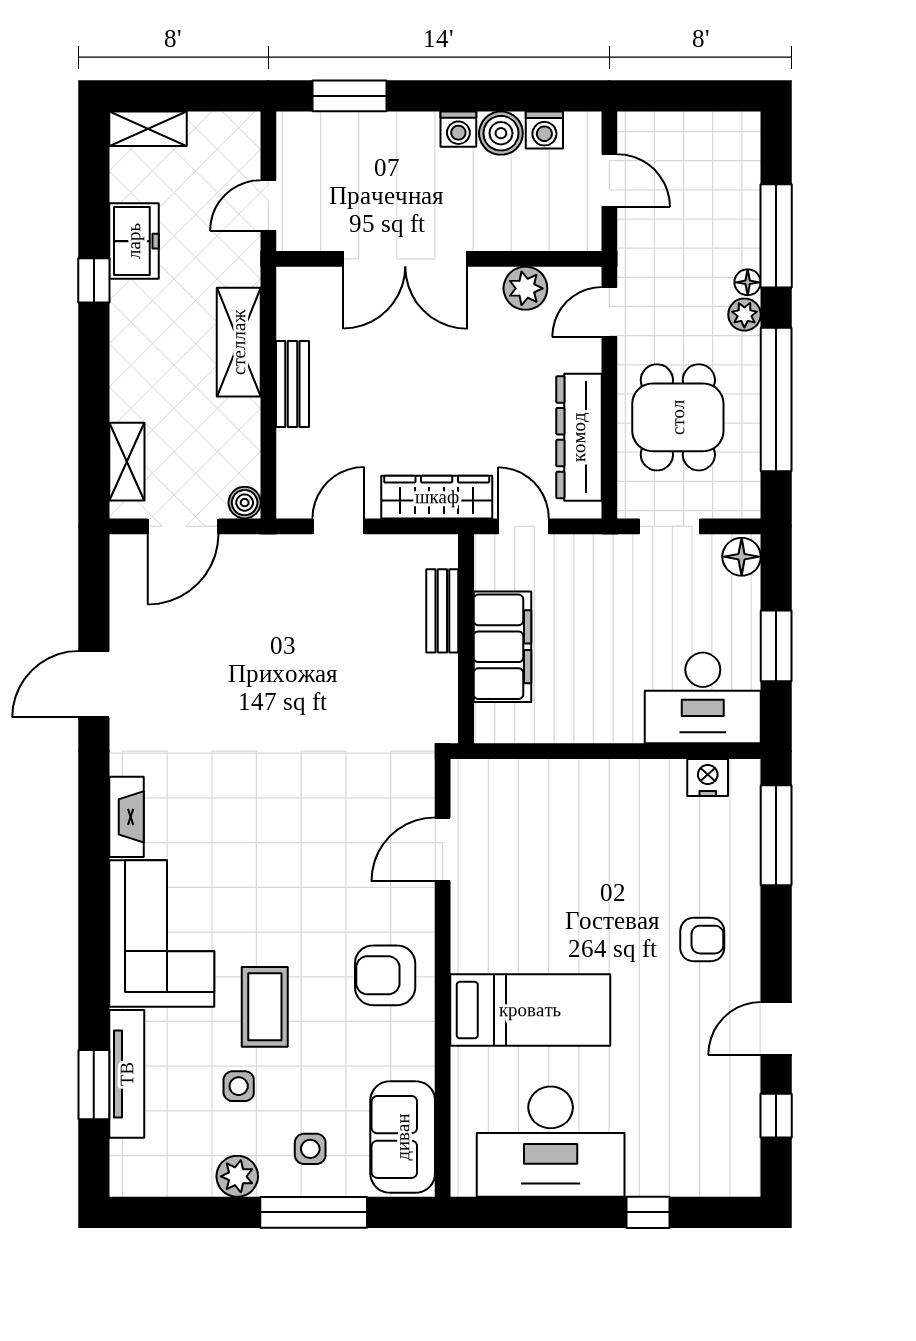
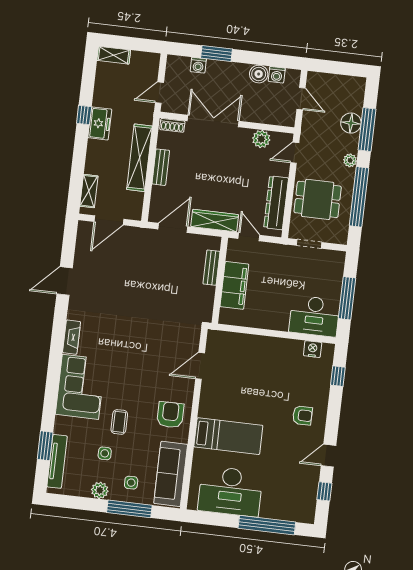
window: (350, 96) -> (217, 54), moved
washing machine: (458, 129) -> (198, 65), moved
freezer: (134, 241) -> (100, 123), moved
double door: (405, 259) -> (213, 121), swing flipped
shoe rack: (309, 281) -> (172, 125), added
floor lamp: (748, 282) -> (351, 123), moved, width x1.89, depth x1.89
shelving: (239, 342) -> (139, 158), width x1.47
dining table: (678, 417) -> (318, 199), turned 90
boiler: (245, 503) -> (135, 214), removed
door: (338, 526) -> (173, 228), width x1.38
floor lamp: (742, 557) -> (337, 260), removed
window: (776, 646) -> (347, 298), width x1.44
window: (776, 835) -> (338, 376), width x0.46
armchair: (385, 975) -> (170, 415), turned 90
coffee table: (265, 1007) -> (119, 422), width x0.73, depth x0.77
tv unit: (127, 1074) -> (57, 461), moved
sofa: (403, 1137) -> (171, 474), width x1.36
window: (648, 1212) -> (267, 525), width x3.17

